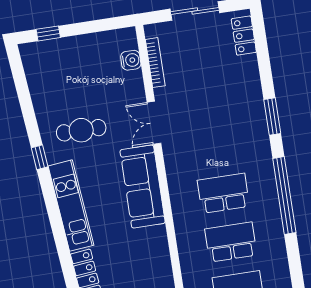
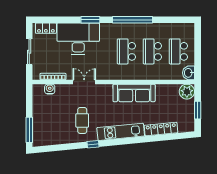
window: (48, 33) -> (29, 130), width x2.17
desk: (233, 99) -> (78, 39), added
double door: (154, 123) -> (84, 82), swing flipped
sofa: (143, 187) -> (134, 93), moved

